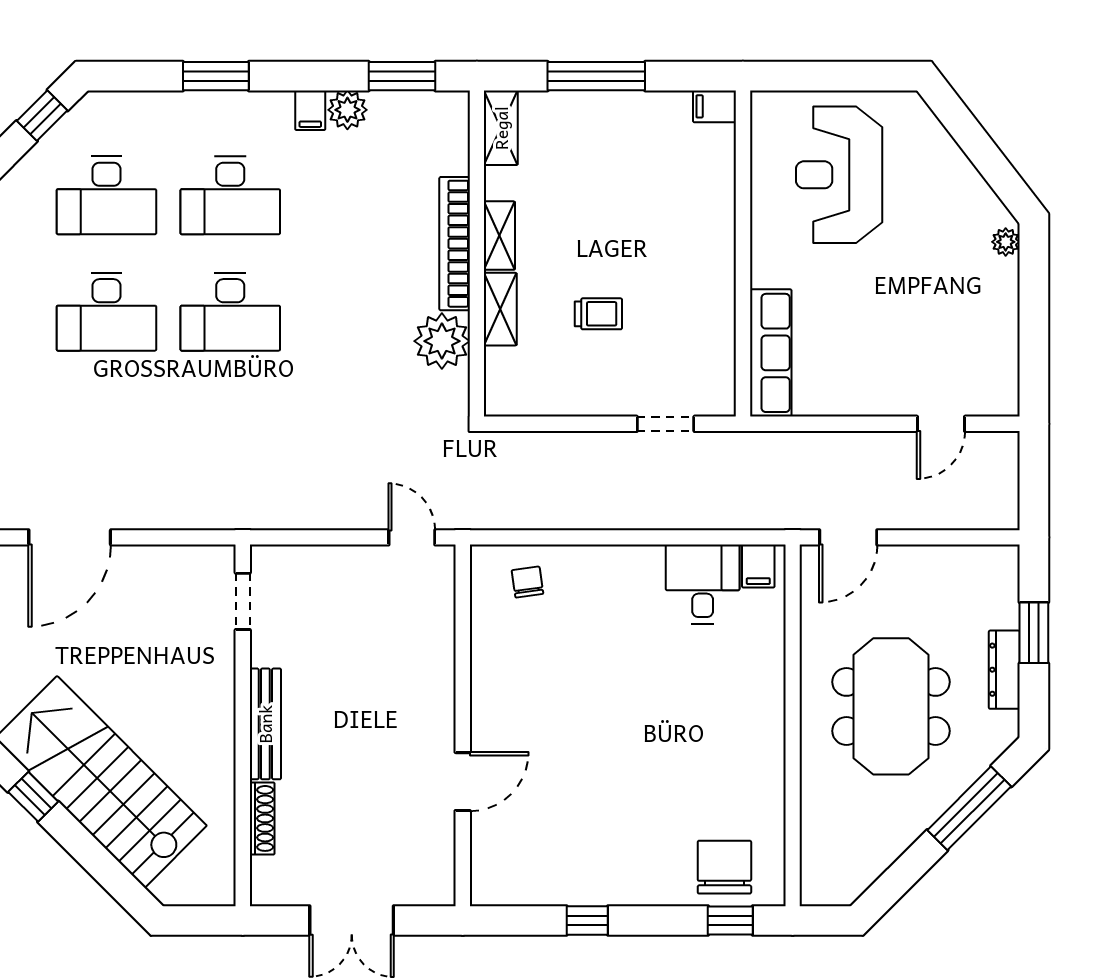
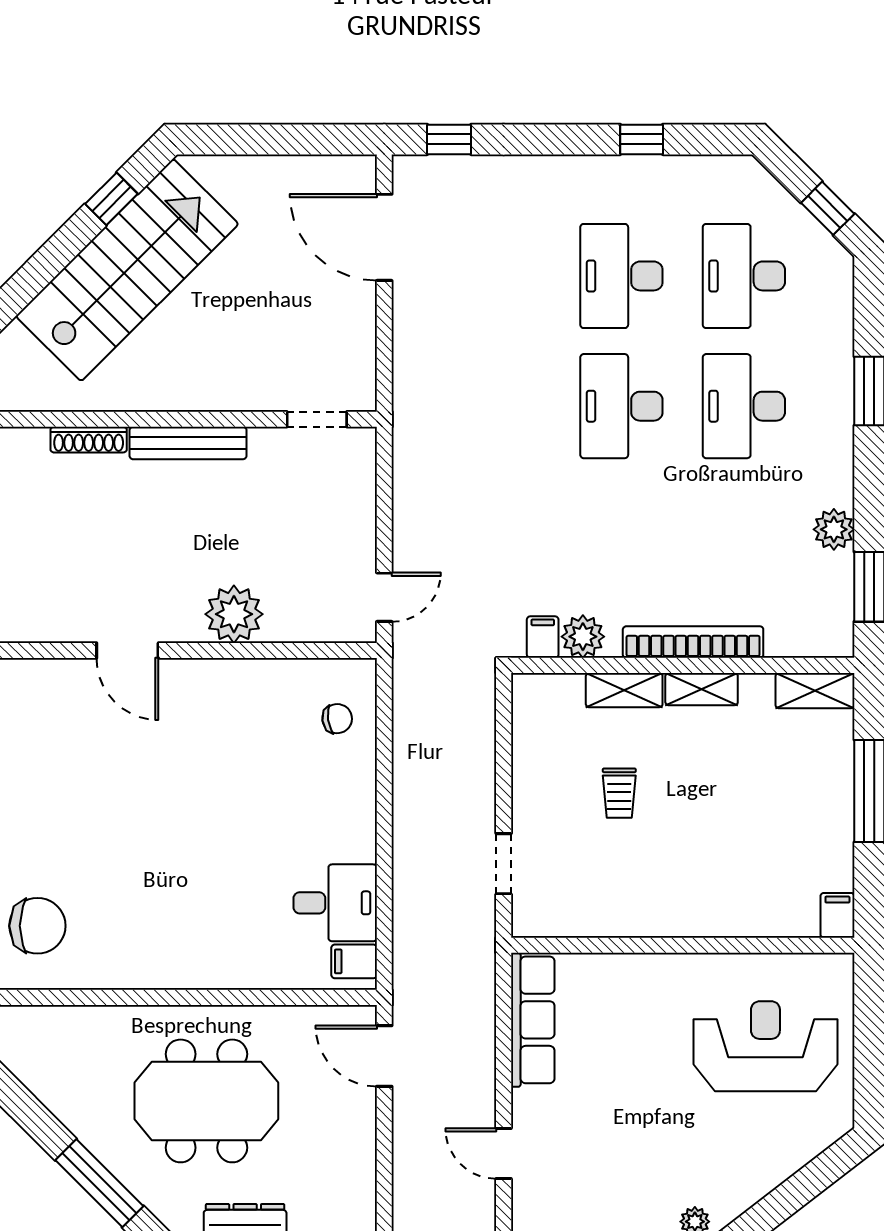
filing cabinet: (310, 110) -> (543, 637), moved, turned 90
plant: (442, 341) -> (583, 637), width x0.73, depth x0.73
row of seats: (771, 353) -> (533, 1020), moved, turned -90
plant: (428, 680) -> (234, 614), added

